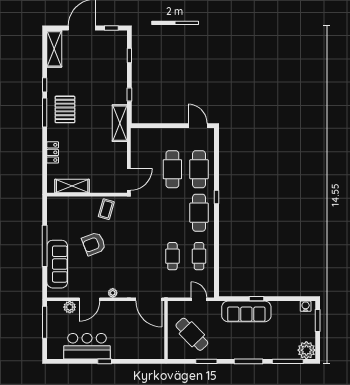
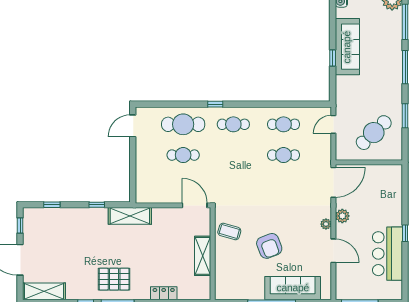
cafe table: (172, 169) -> (183, 155), width x0.73, depth x0.74
shelving: (72, 186) -> (203, 256), moved
cafe table: (199, 213) -> (233, 124), width x0.73, depth x0.74
plant: (70, 307) -> (342, 216), moved
sofa: (246, 311) -> (347, 47), moved

